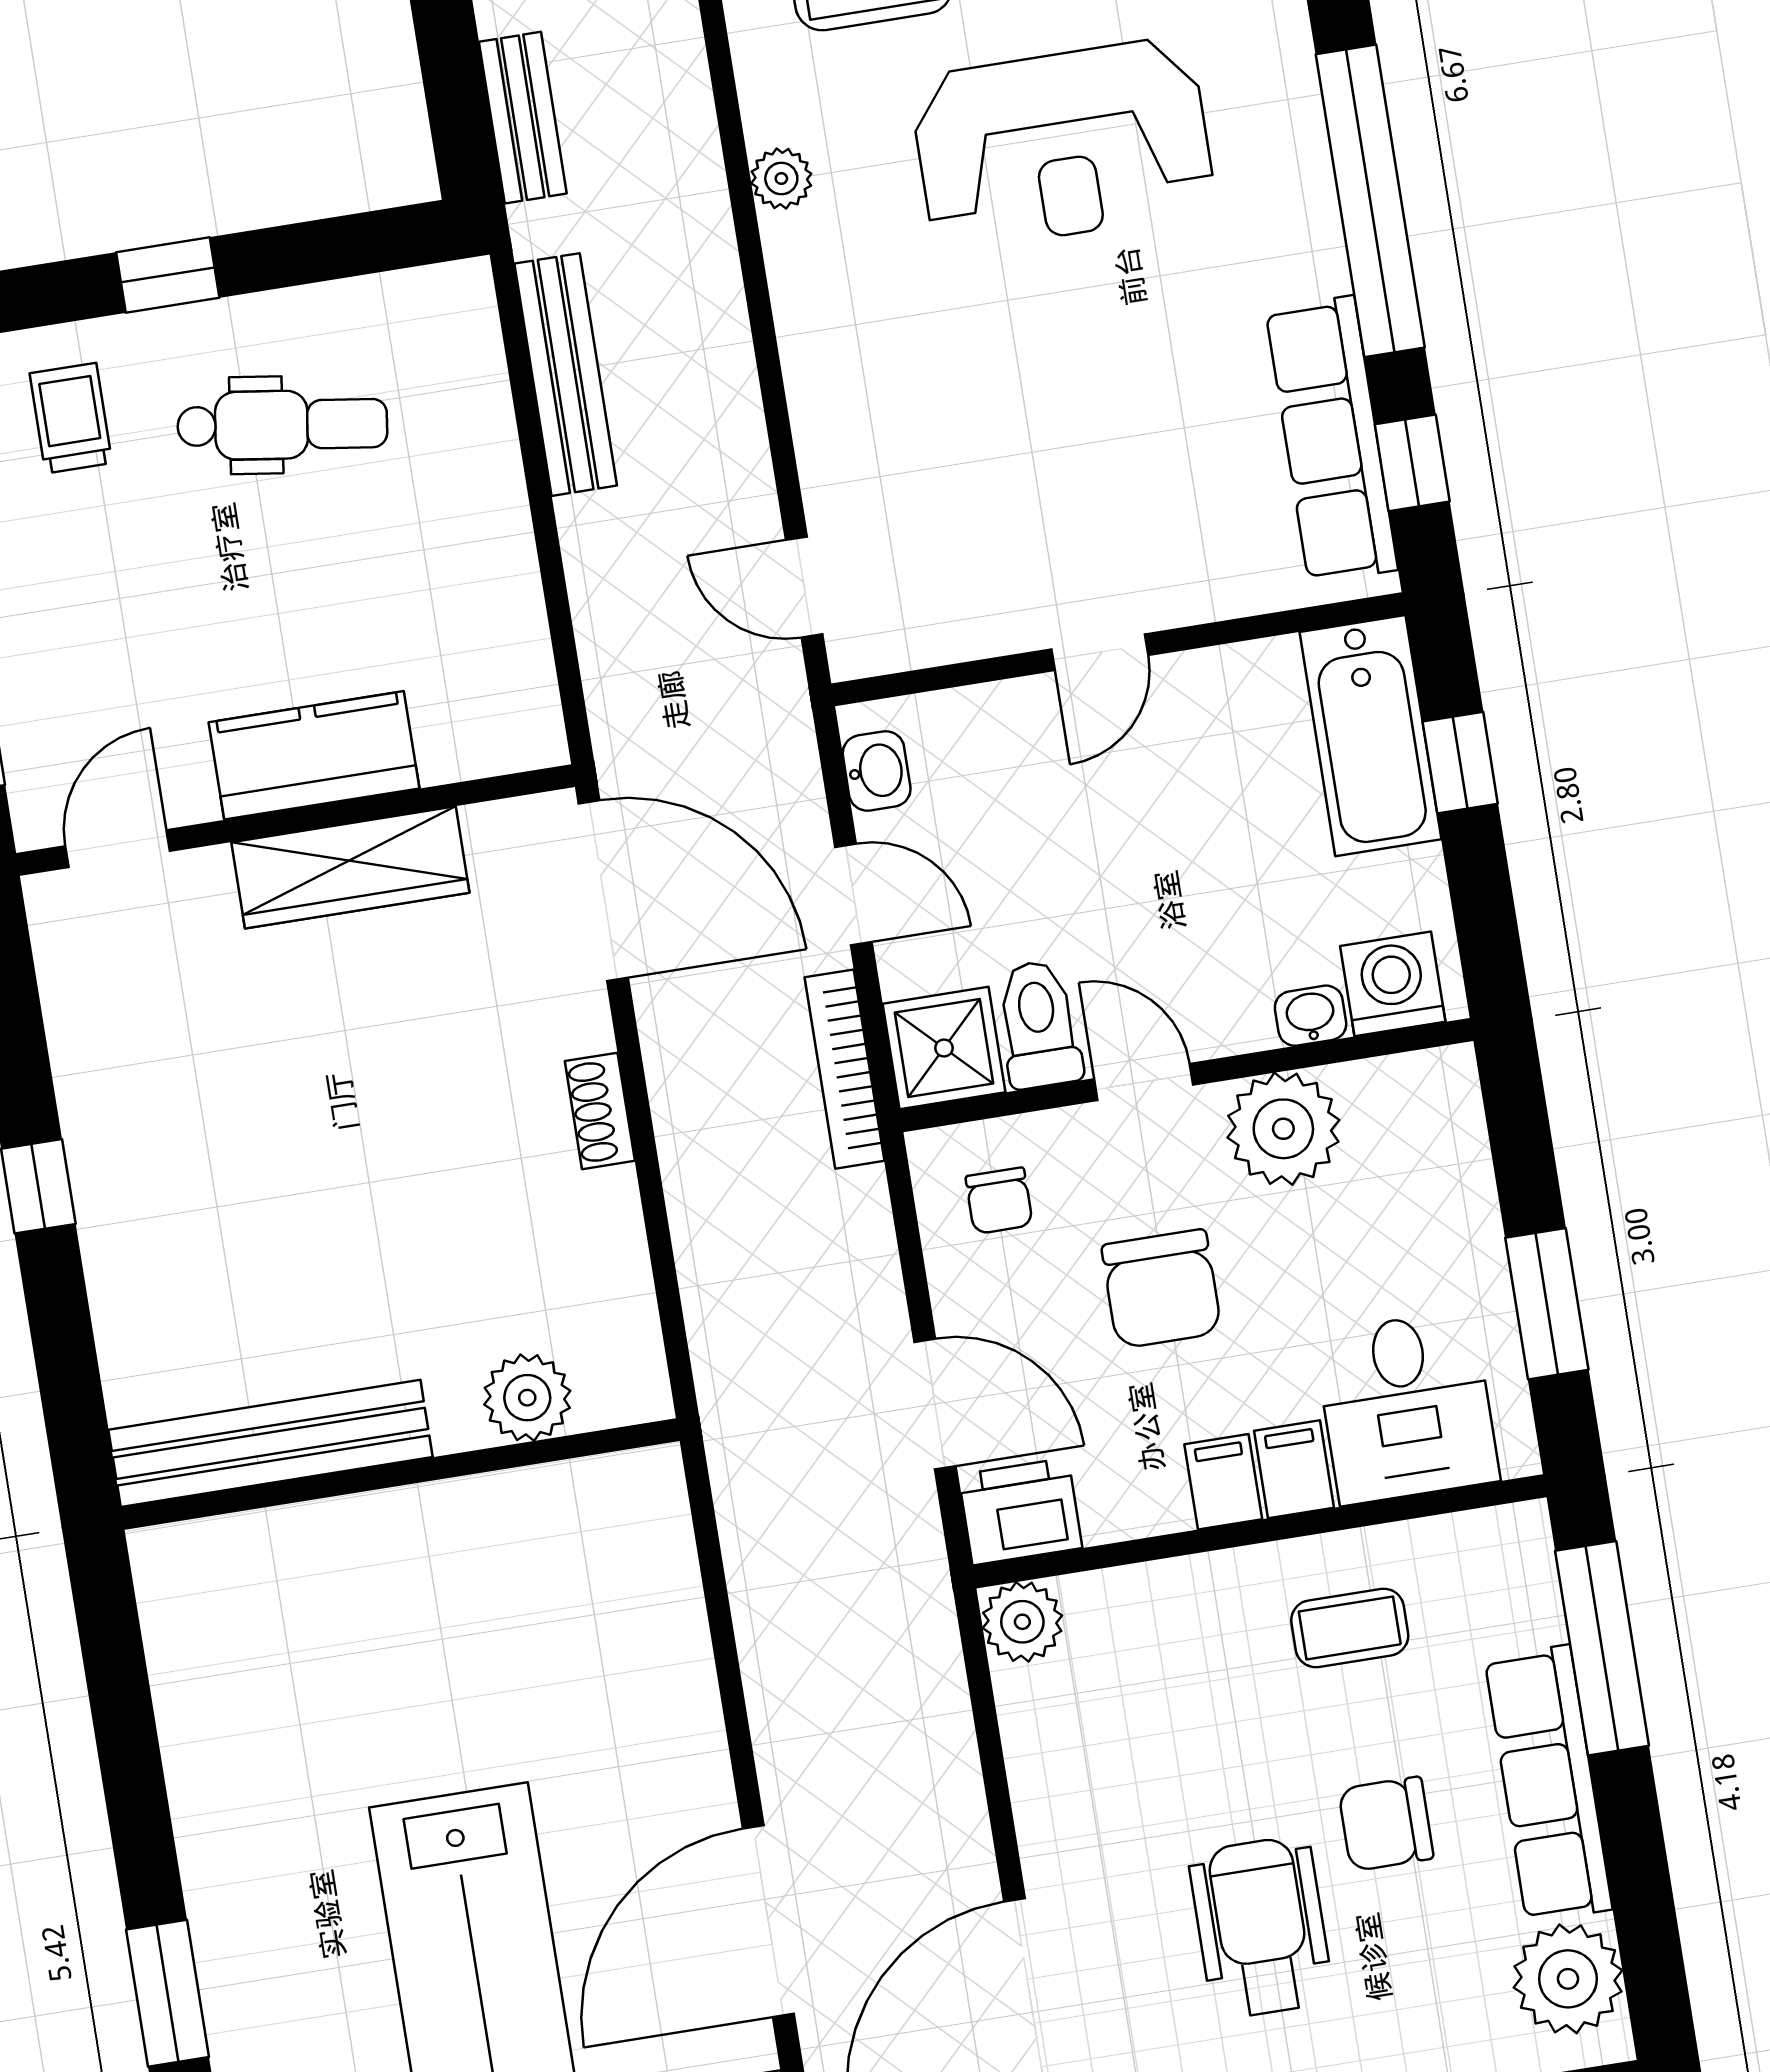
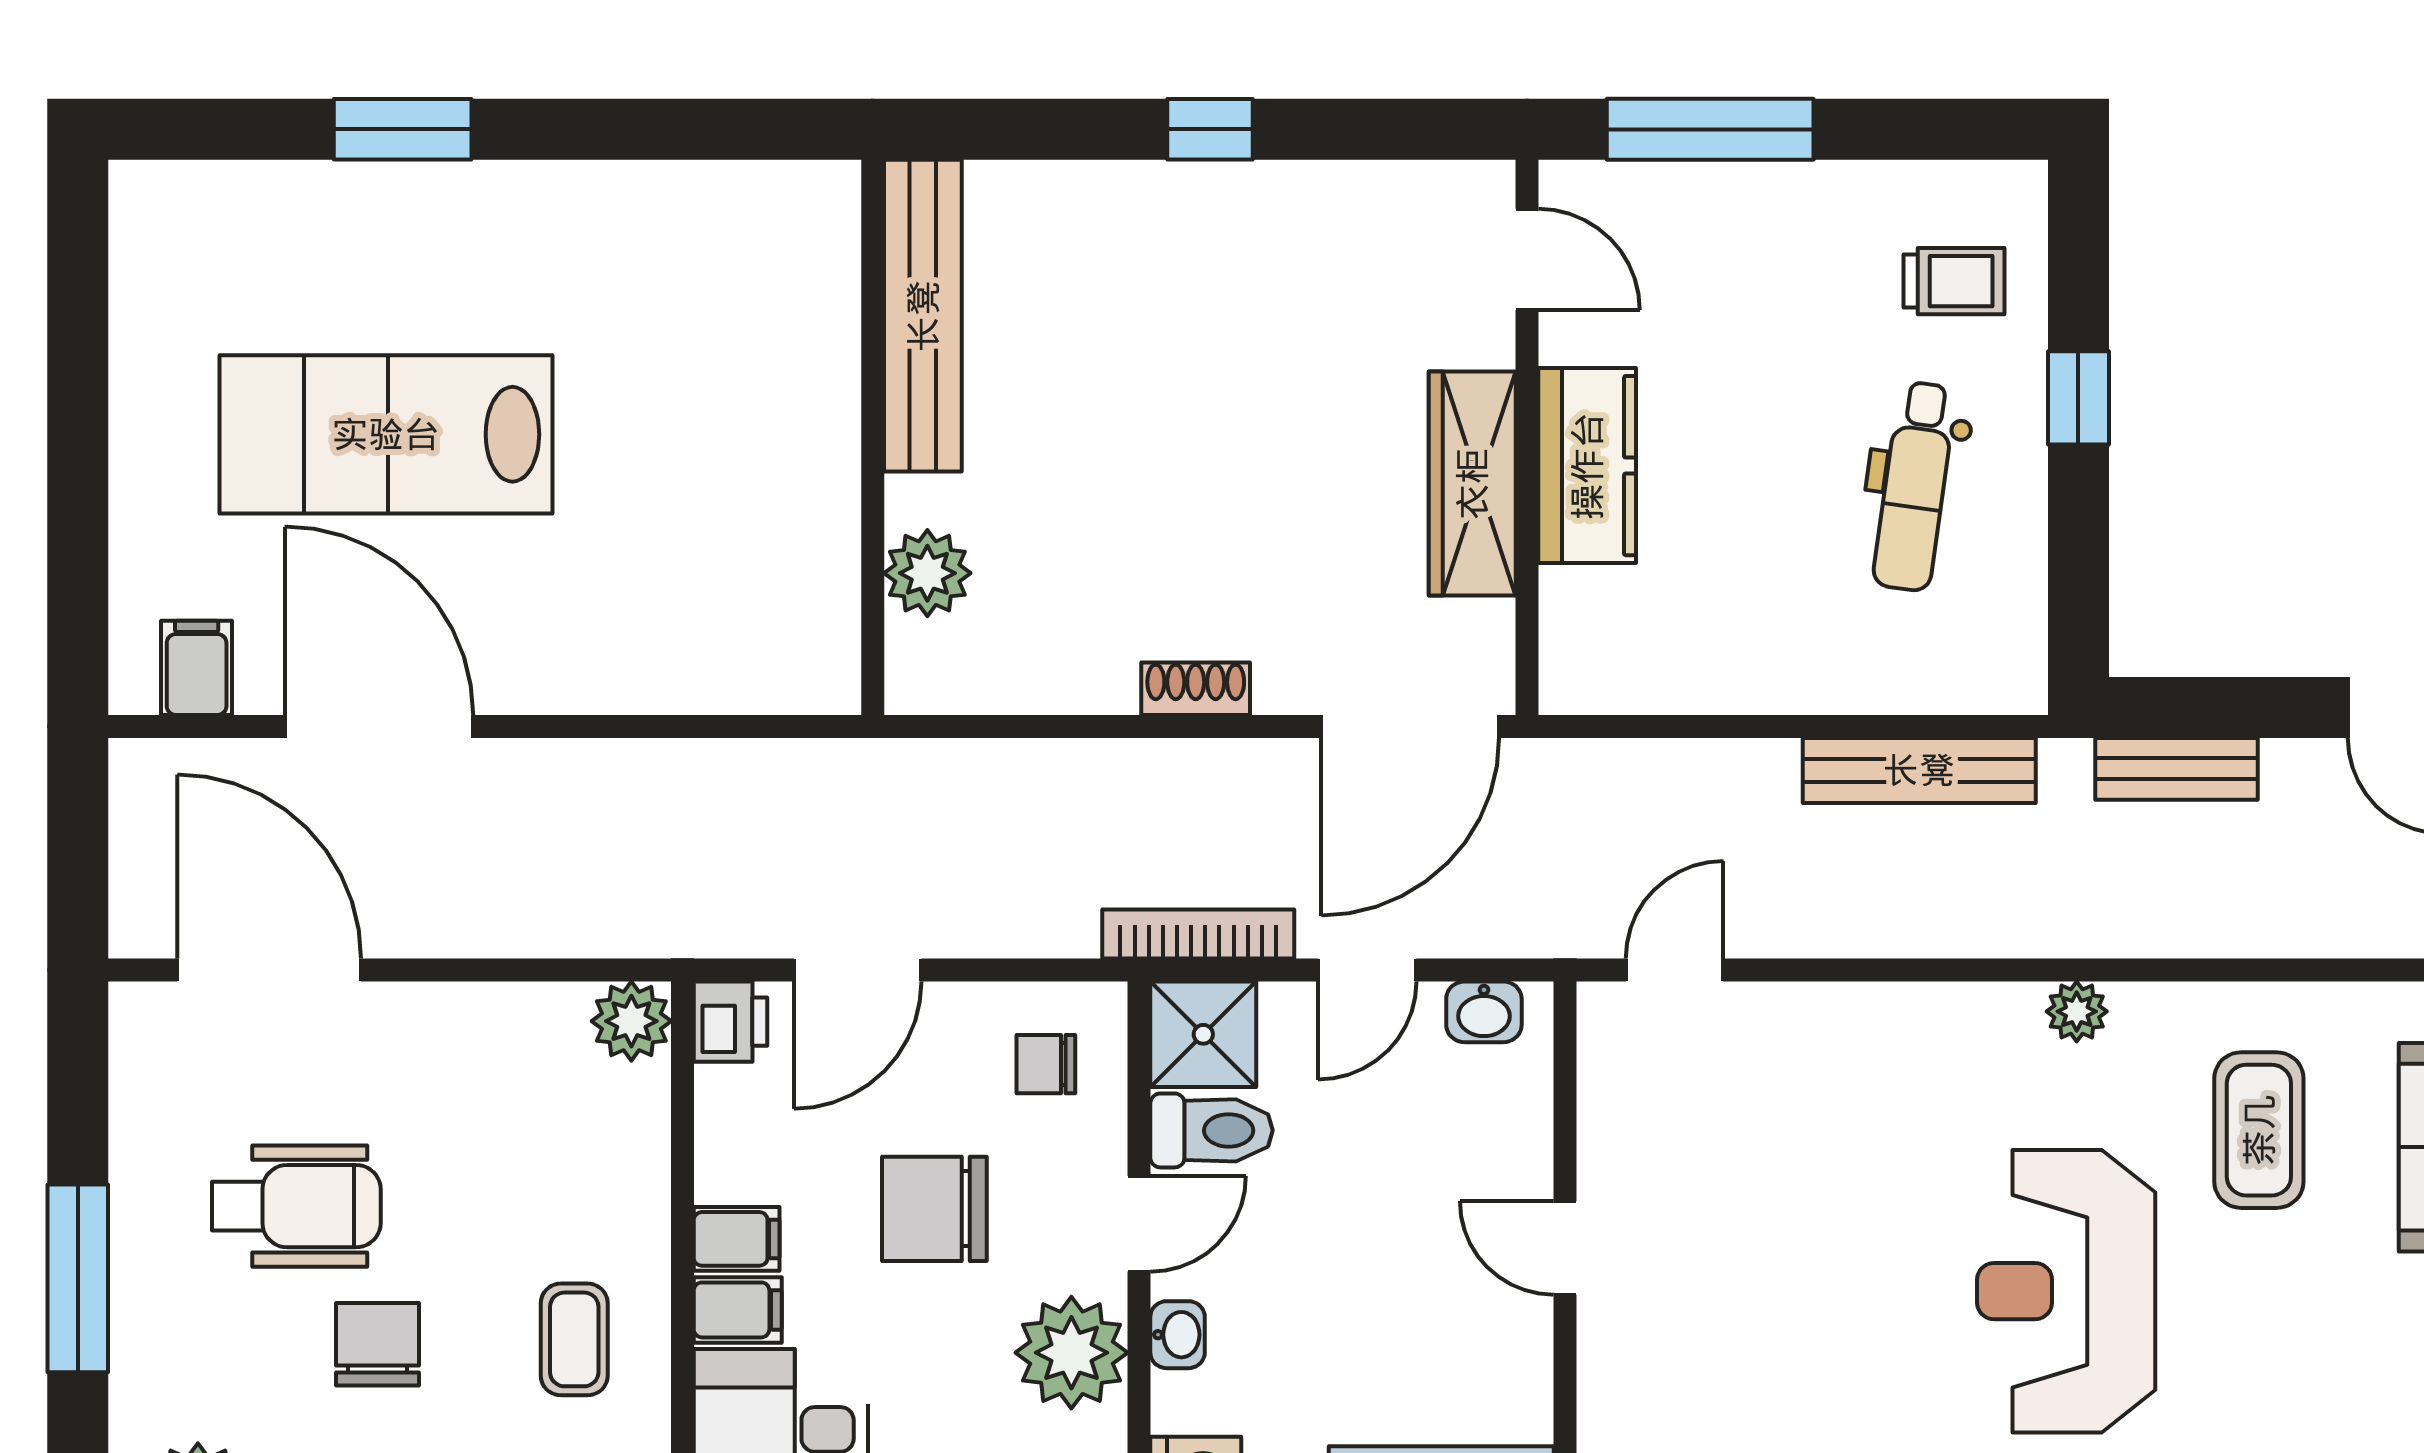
washbasin: (1311, 1016) -> (1178, 1335), moved
printer: (1020, 1511) -> (731, 1022), width x0.73, depth x0.81

